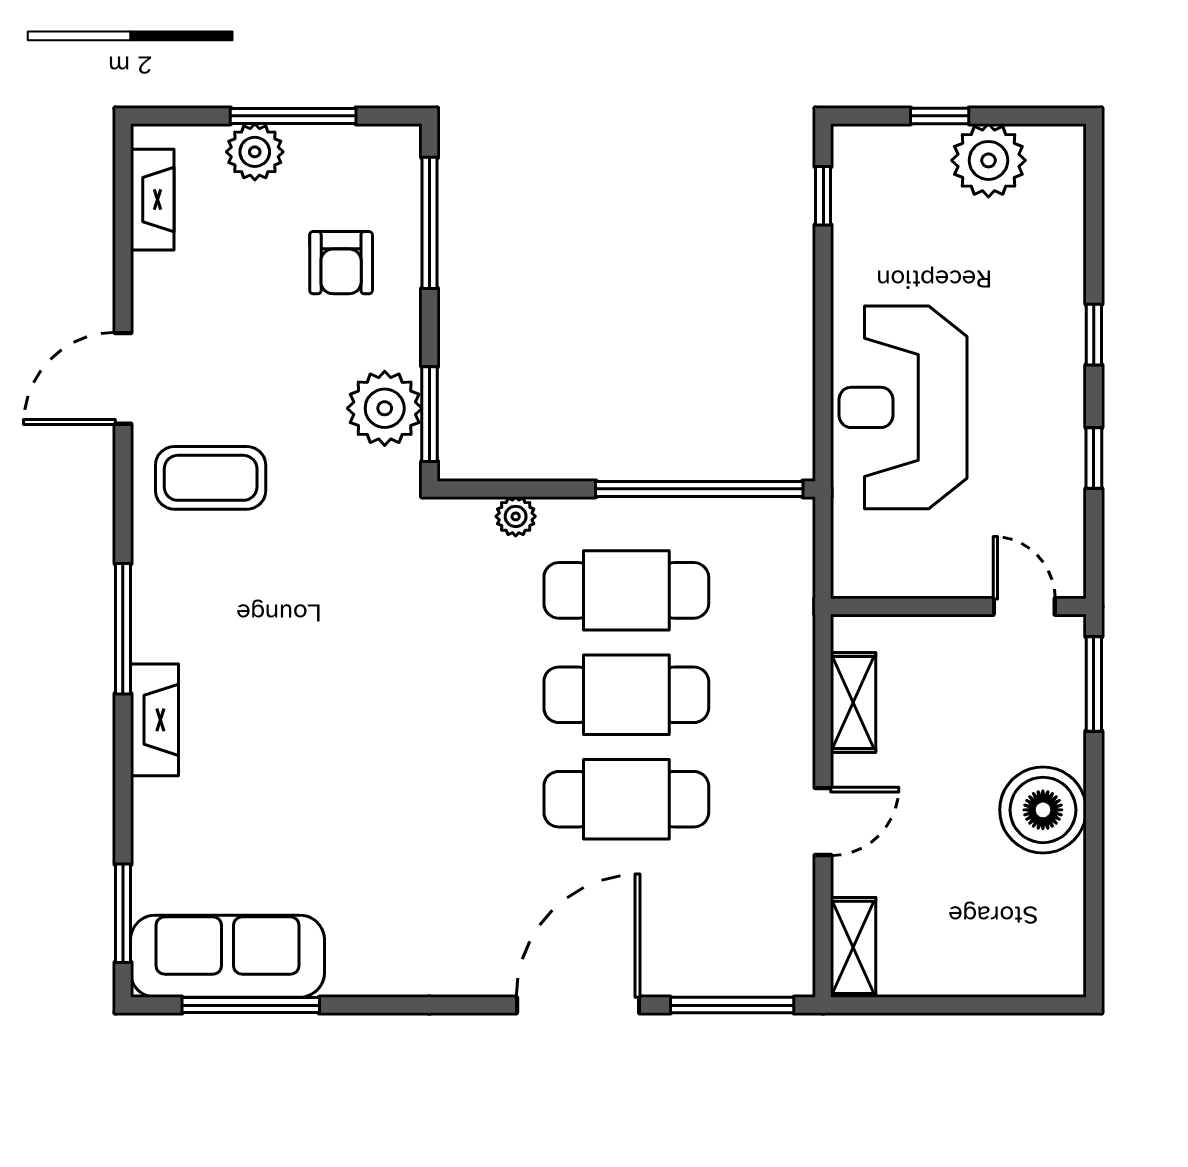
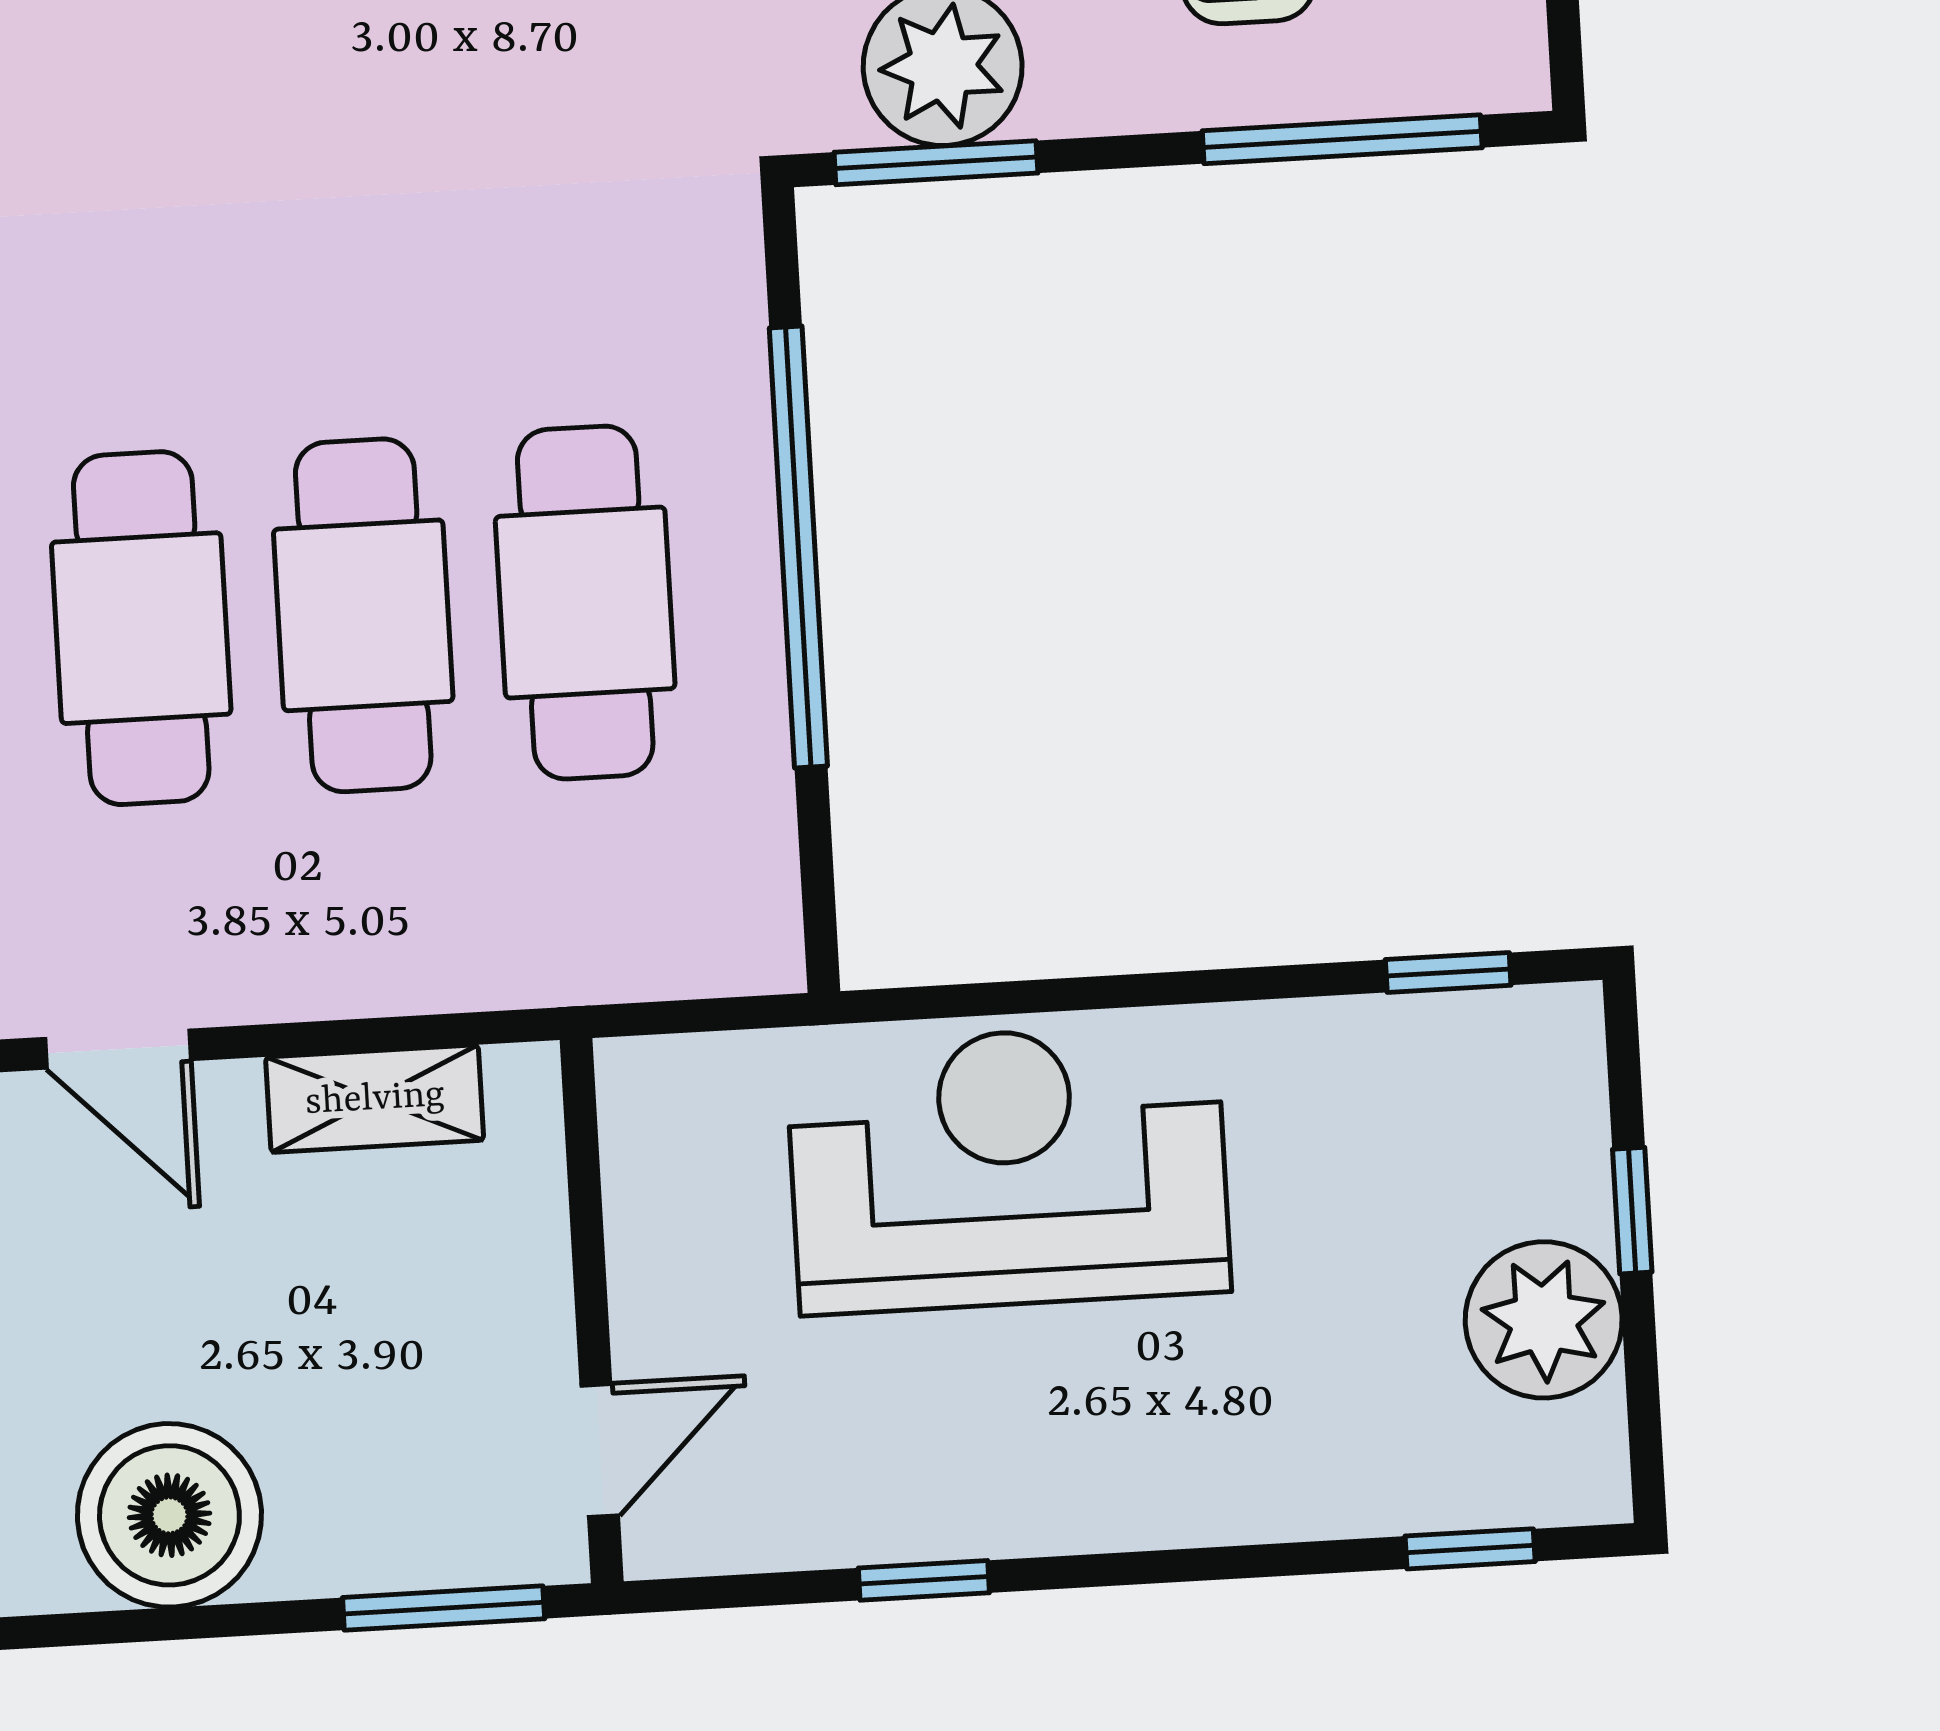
window: (1094, 335) -> (1470, 1549), moved
window: (699, 489) -> (798, 547), moved
plant: (516, 516) -> (729, 358), removed

